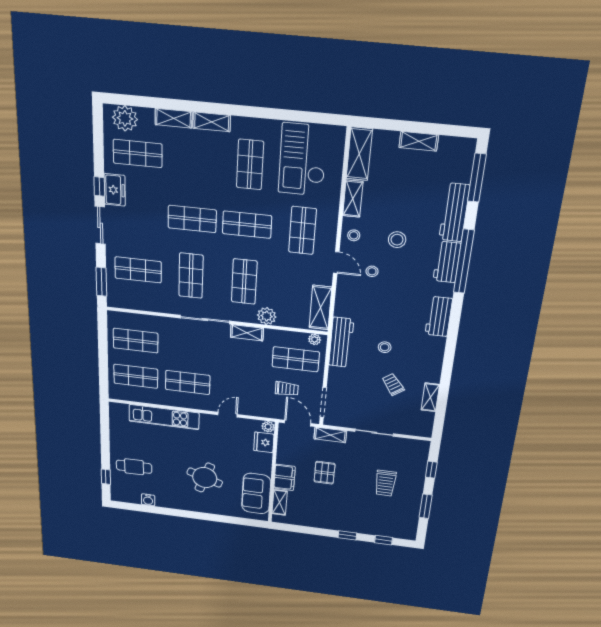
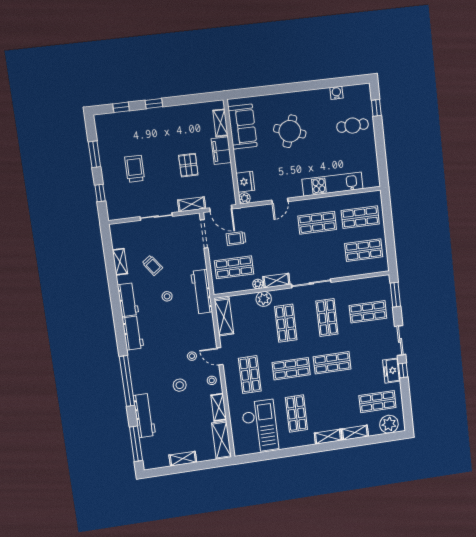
workbench: (447, 262) -> (128, 300), moved
plant: (315, 339) -> (258, 284), moved

